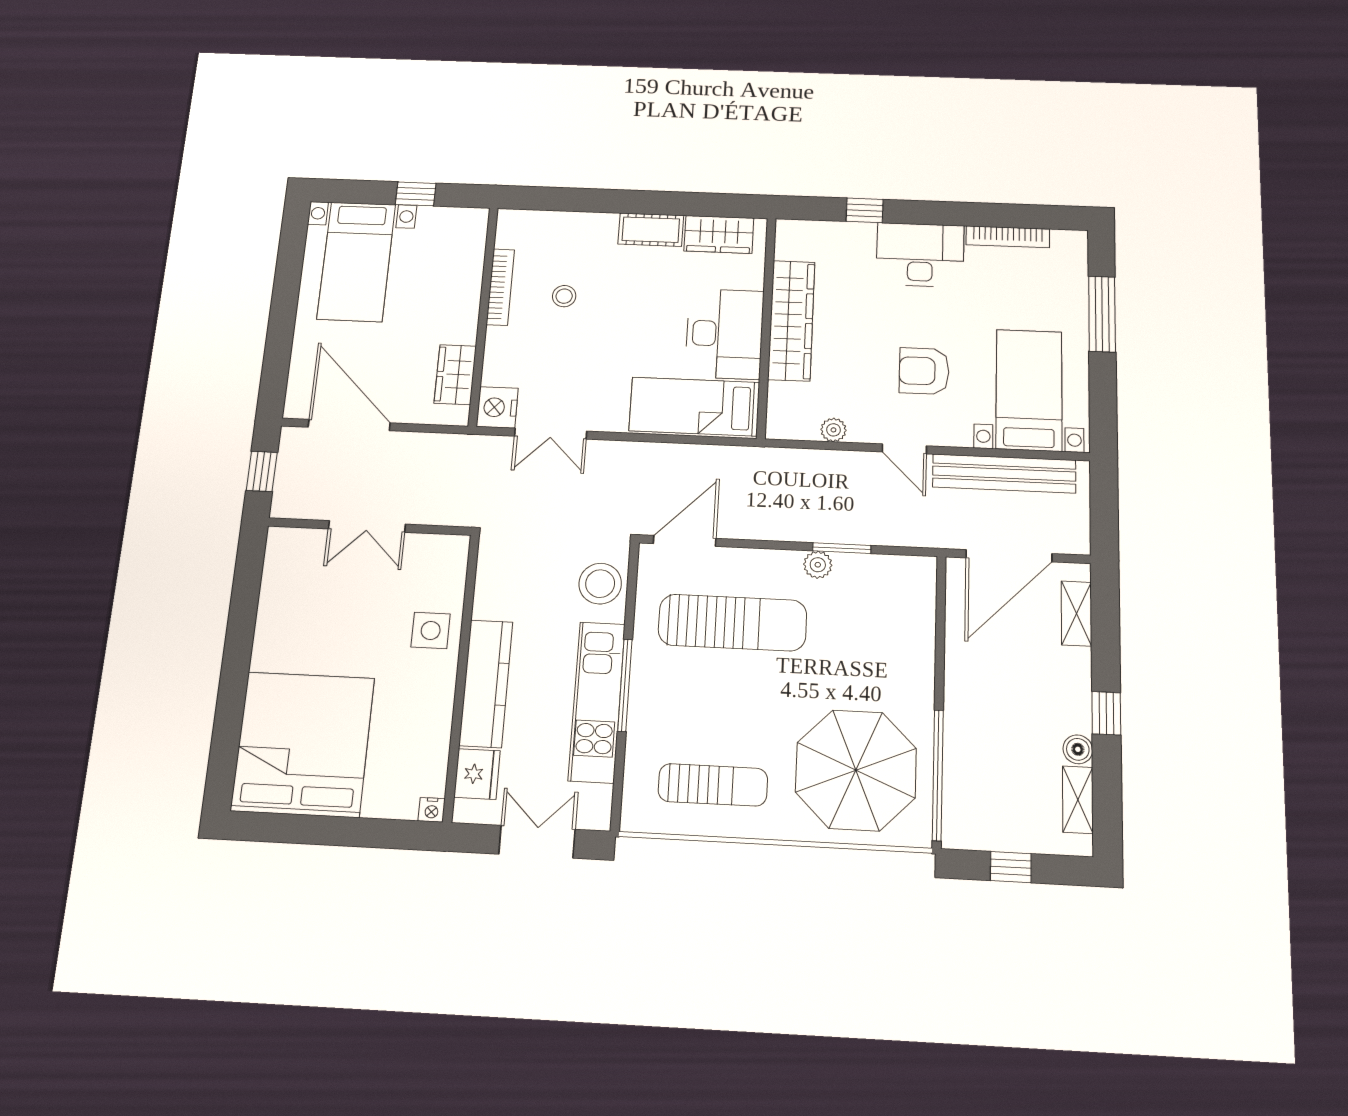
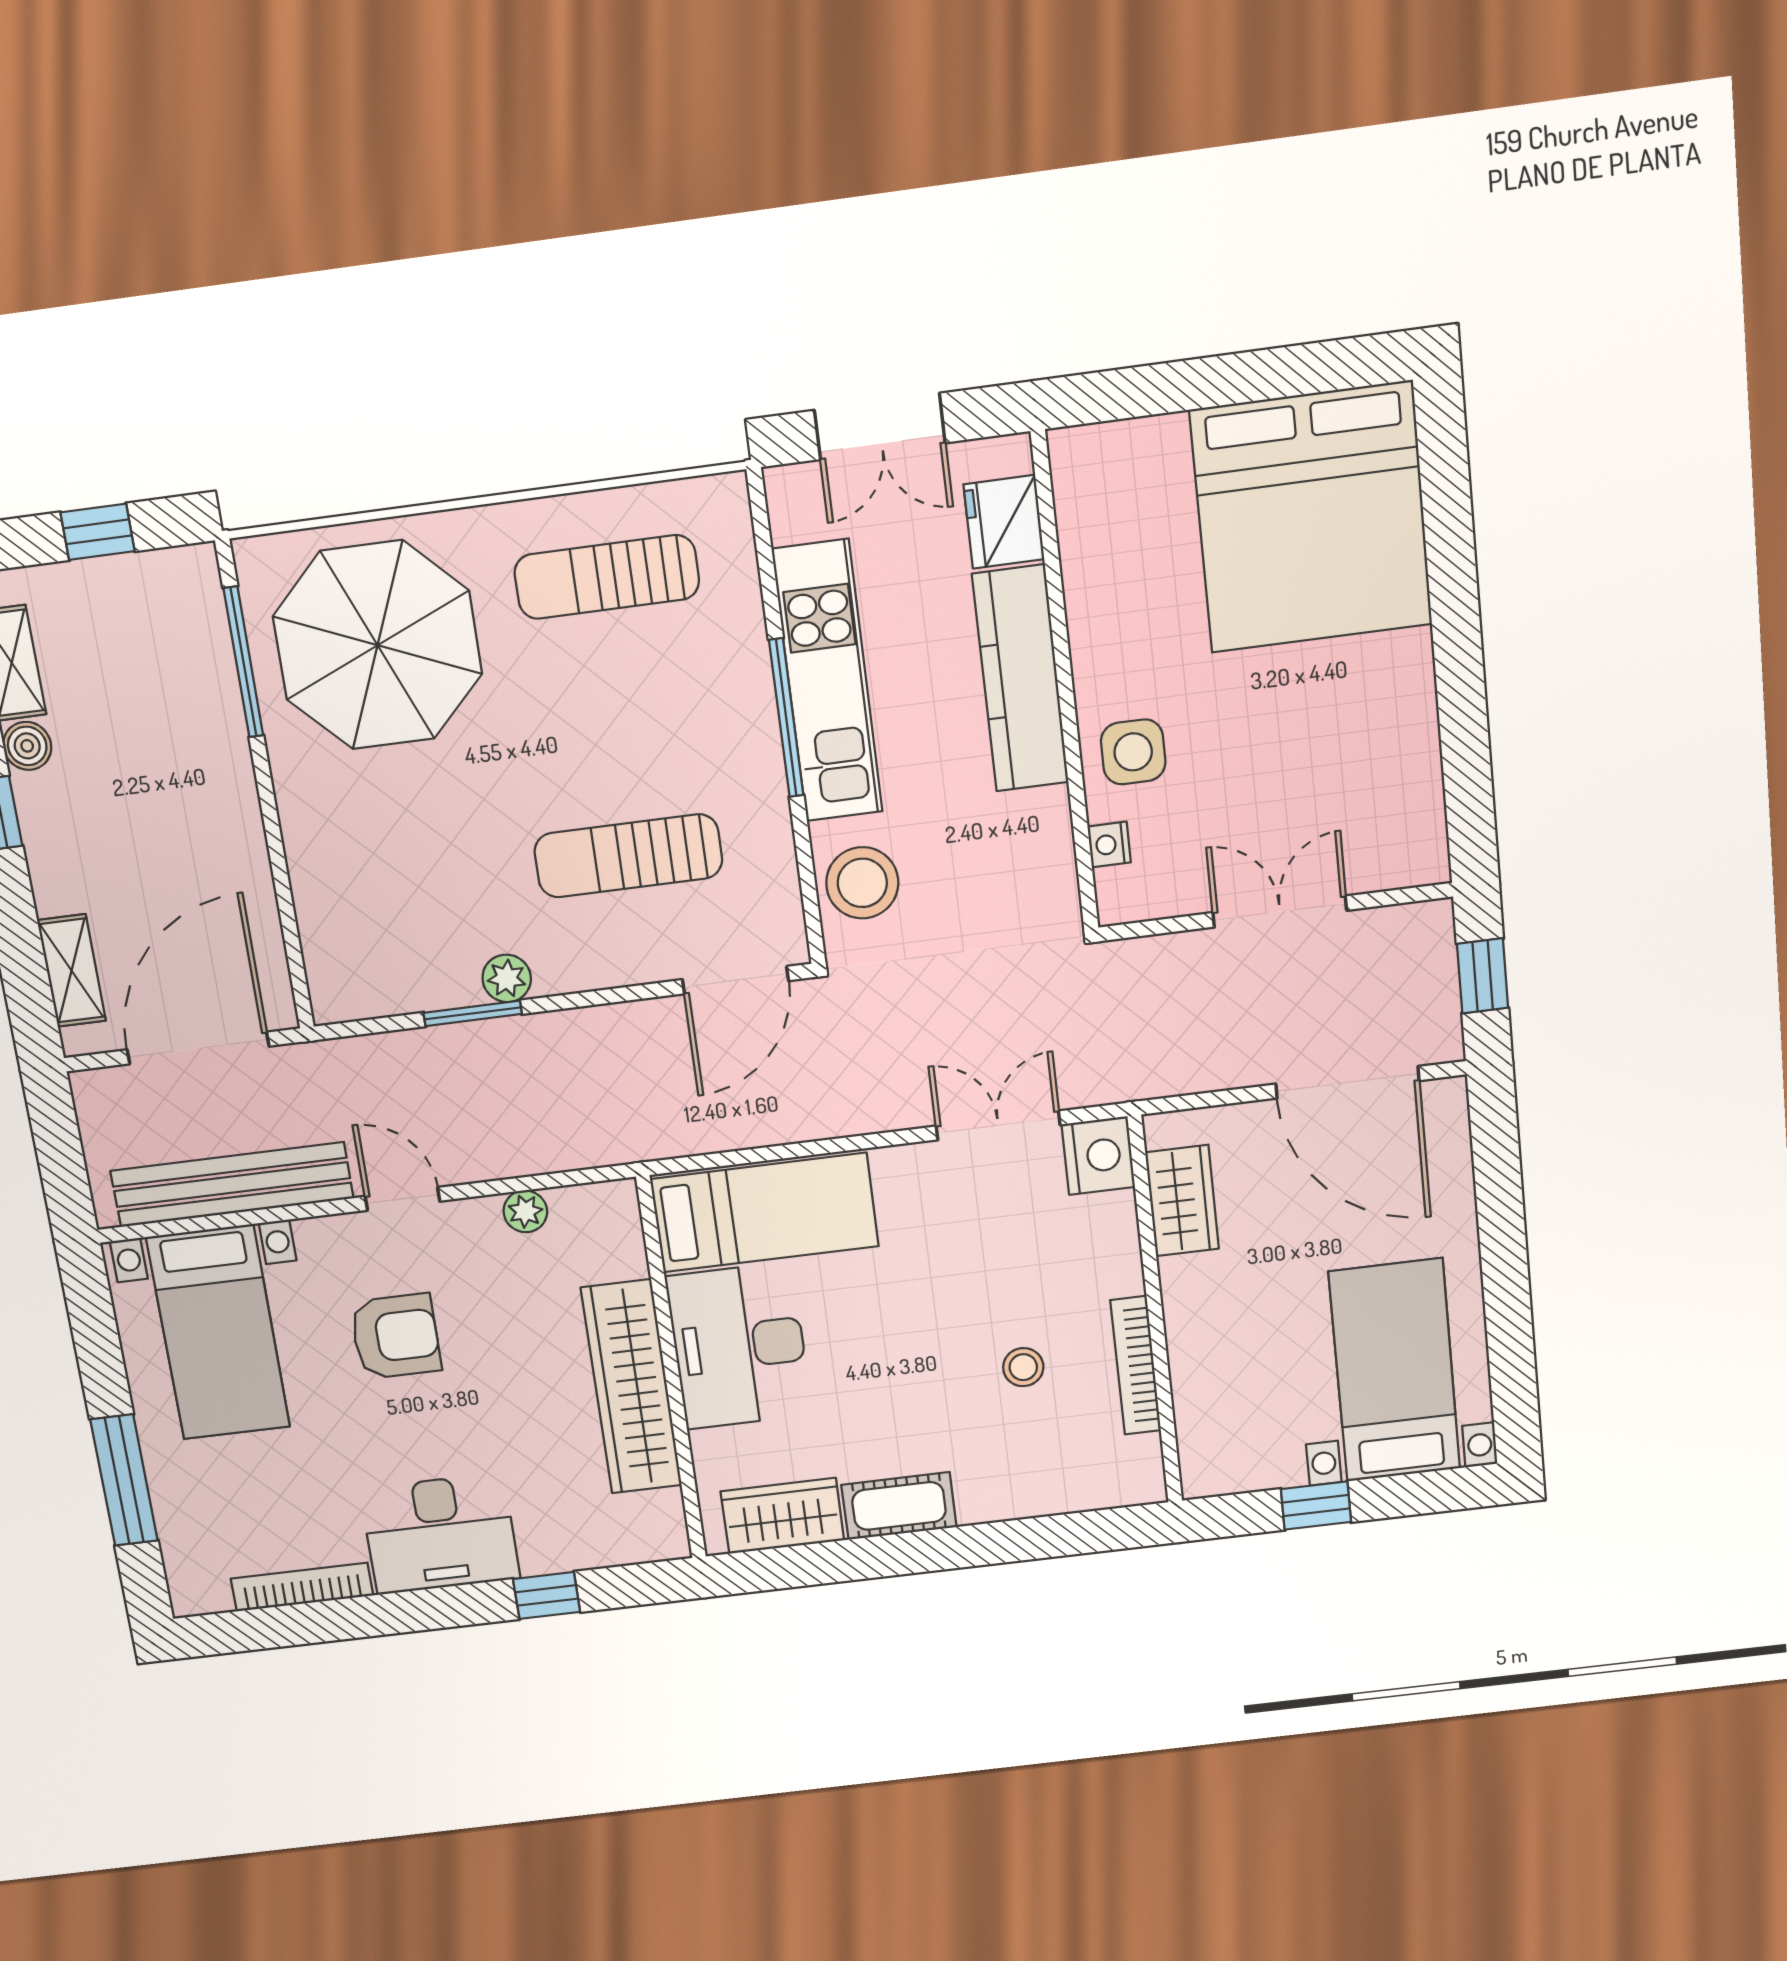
sun lounger: (732, 623) -> (628, 856), width x0.73, depth x0.75
window: (938, 775) -> (243, 662), width x0.68
nightstand: (432, 810) -> (1109, 844), moved, turned -90

